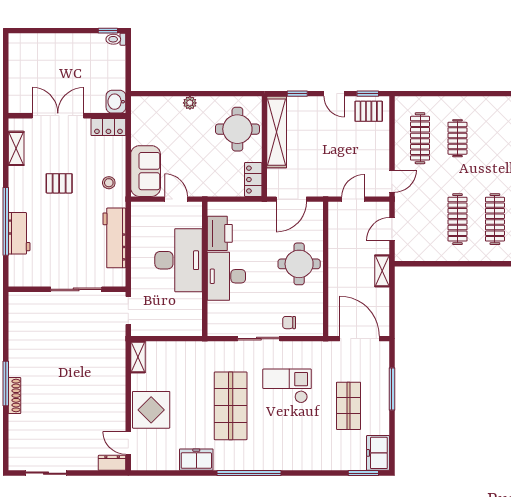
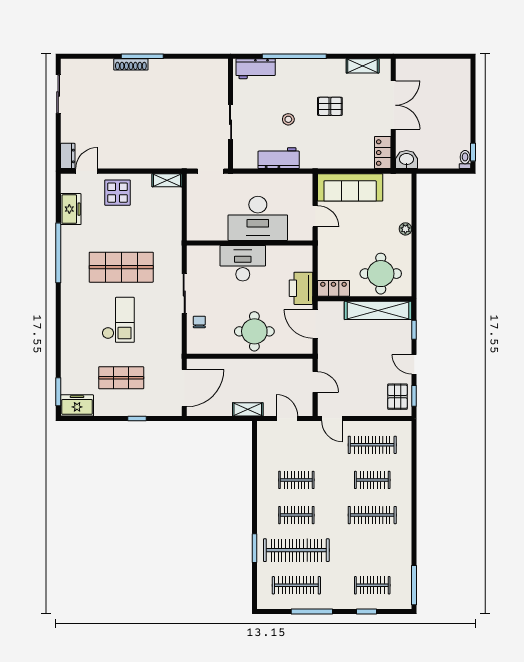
door: (334, 94) -> (414, 364), hinge flipped
clothes rail: (495, 138) -> (372, 515), added
sofa: (146, 171) -> (350, 187), width x1.36
pallet: (59, 183) -> (330, 106), turned 90
stool: (109, 183) -> (288, 119), moved
door: (176, 199) -> (315, 216), hinge flipped
clothes rail: (457, 219) -> (296, 480), width x0.73
clothes rail: (495, 219) -> (296, 515), width x0.73
workbench: (19, 233) -> (256, 69), moved
printer: (220, 233) -> (301, 288), moved, turned 90
workbench: (114, 238) -> (279, 158), width x0.73
sliding door: (76, 289) -> (231, 122), width x0.73
checkout: (287, 386) -> (118, 320), moved
window: (392, 389) -> (137, 418), width x0.46
display table: (151, 410) -> (117, 193), width x0.73, depth x0.73
freezer: (196, 460) -> (71, 209), moved
window: (249, 473) -> (58, 253), moved

